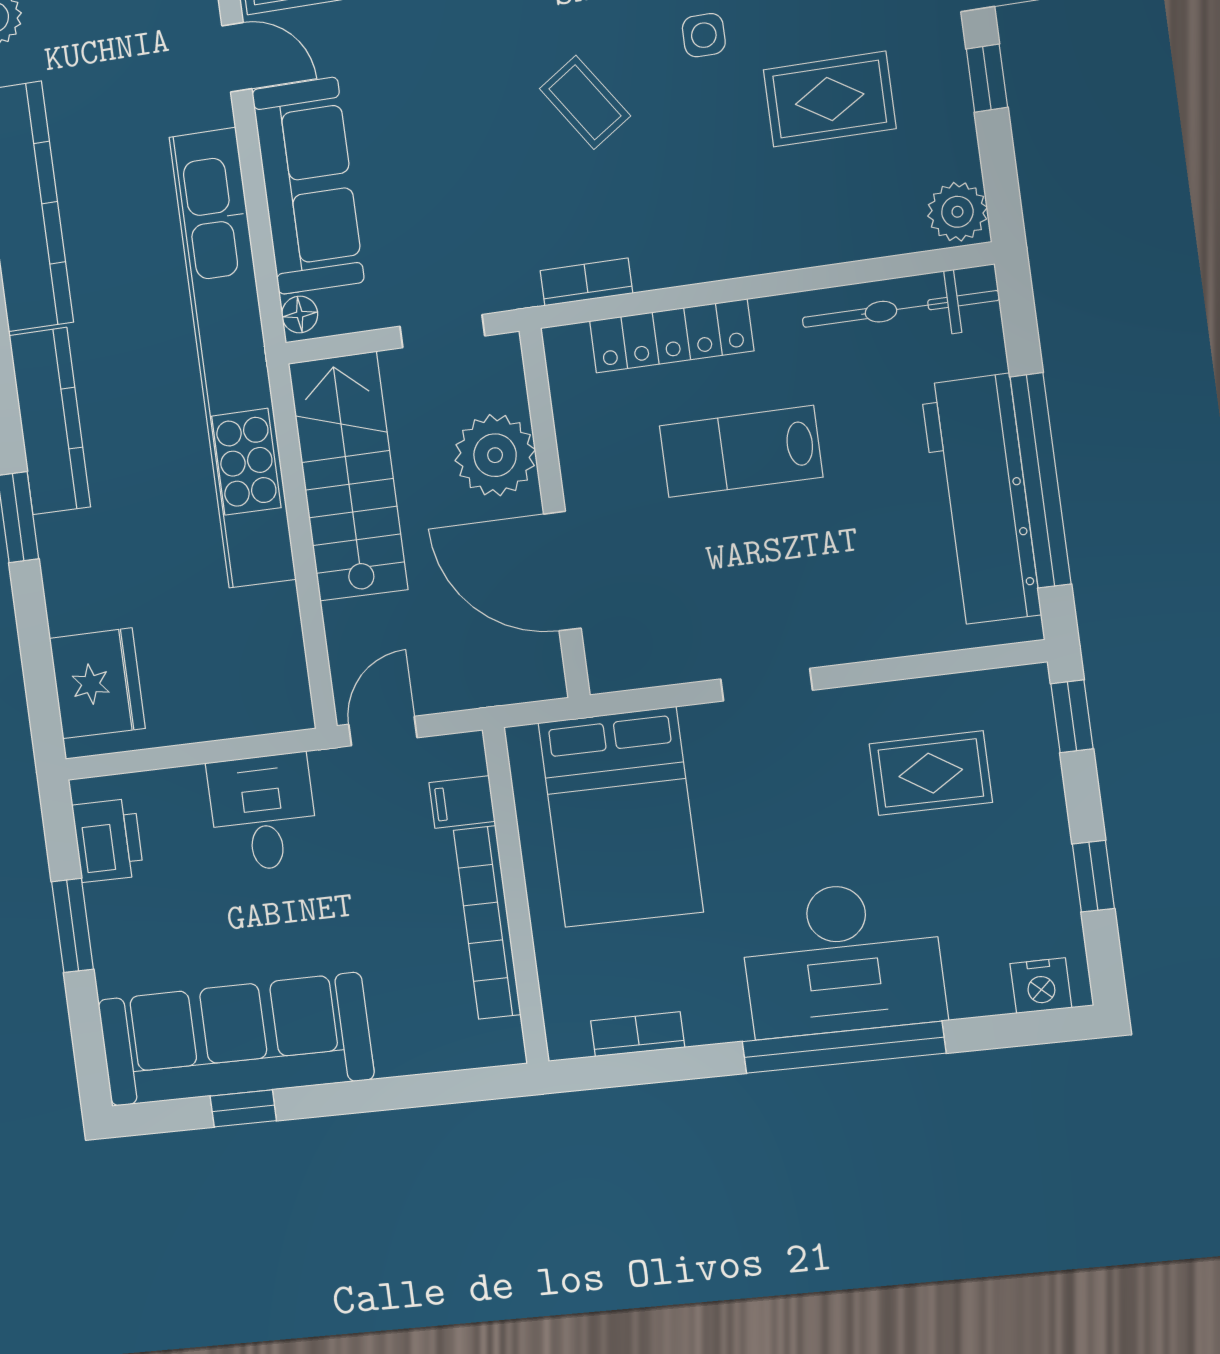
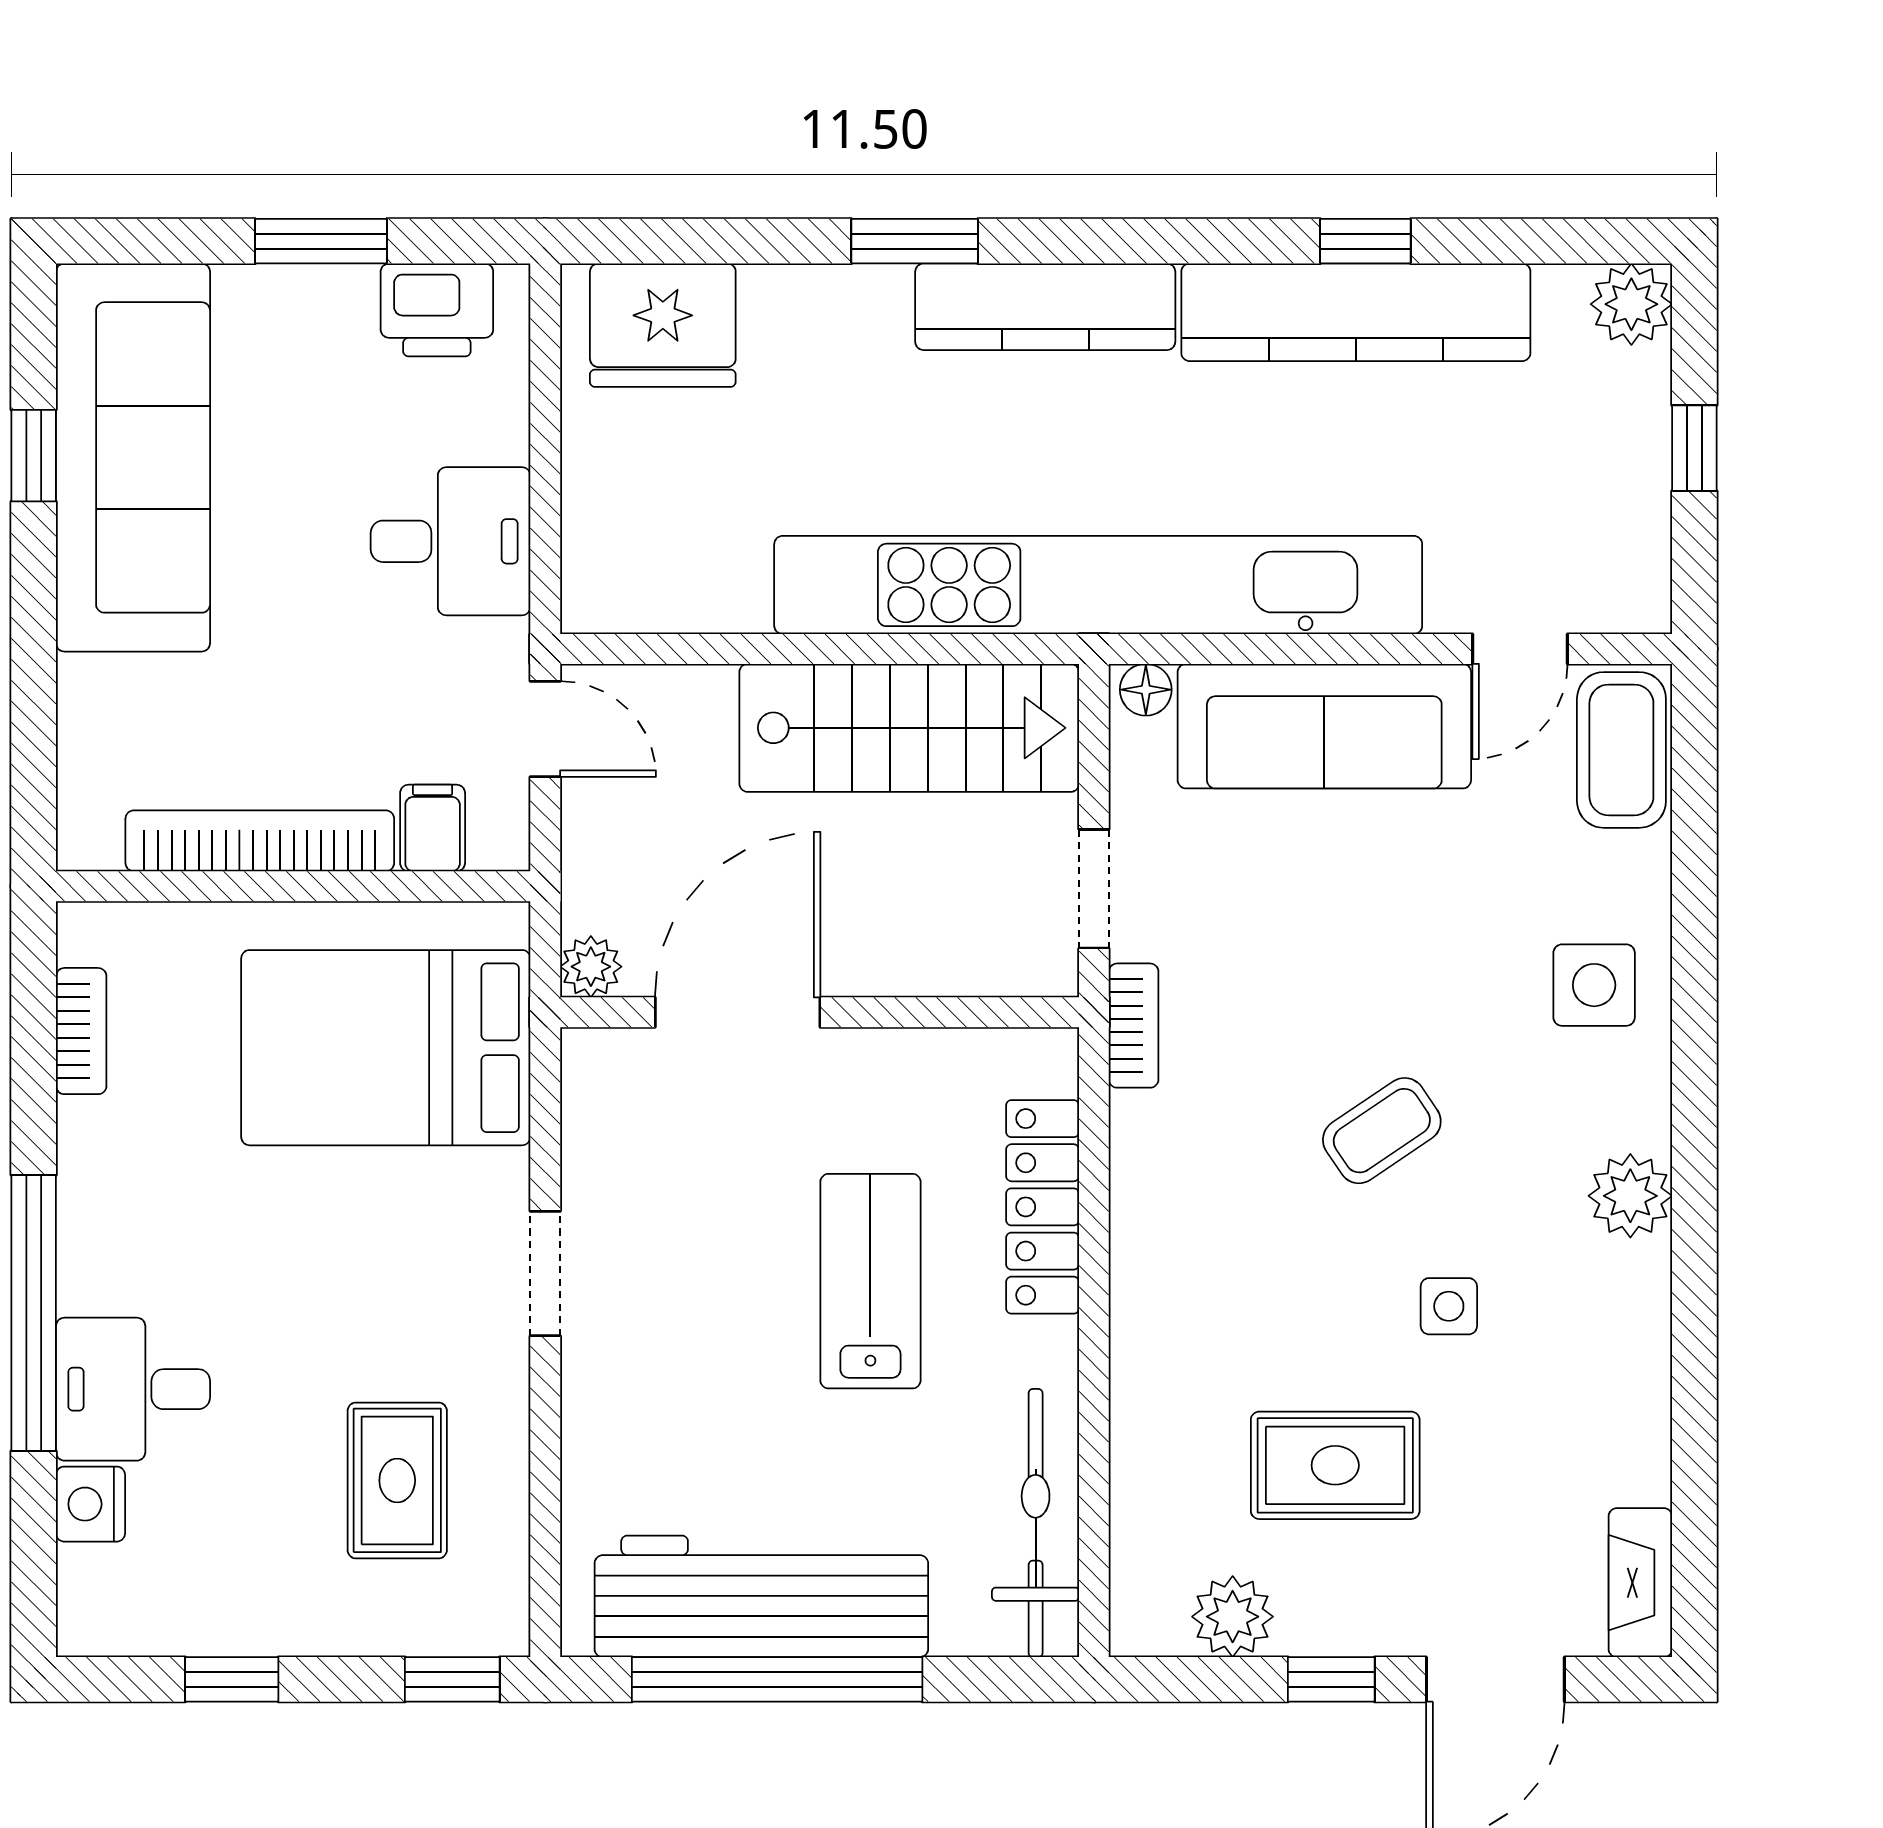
rug: (830, 99) -> (1335, 1465), turned 90
plant: (957, 212) -> (1233, 1617), moved
bookcase: (586, 282) -> (1134, 1026), moved
plant: (495, 455) -> (591, 967), moved, width x0.53, depth x0.53
desk: (842, 959) -> (133, 1389), width x0.53, depth x0.77
nightstand: (1041, 986) -> (90, 1504), moved

